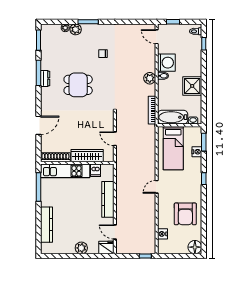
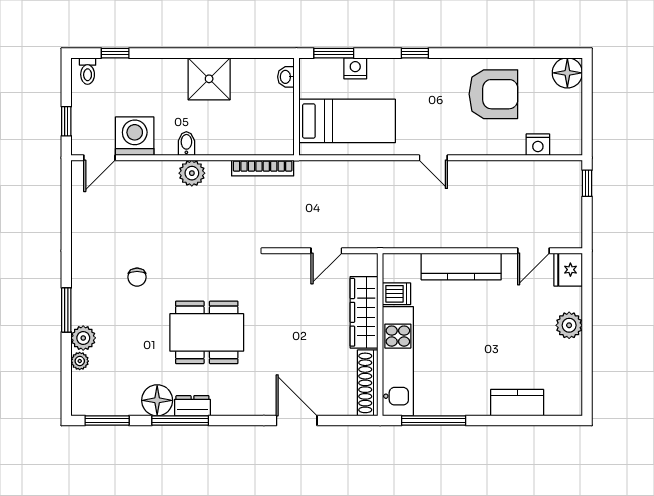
floor lamp: (48, 63) -> (157, 400), added
washing machine: (166, 63) -> (135, 136), moved
dining table: (78, 85) -> (207, 332), width x1.38
bathtub: (173, 117) -> (278, 122), removed
kitchen counter: (46, 225) -> (517, 403), width x0.67

